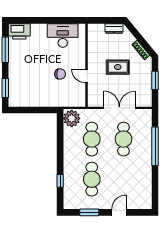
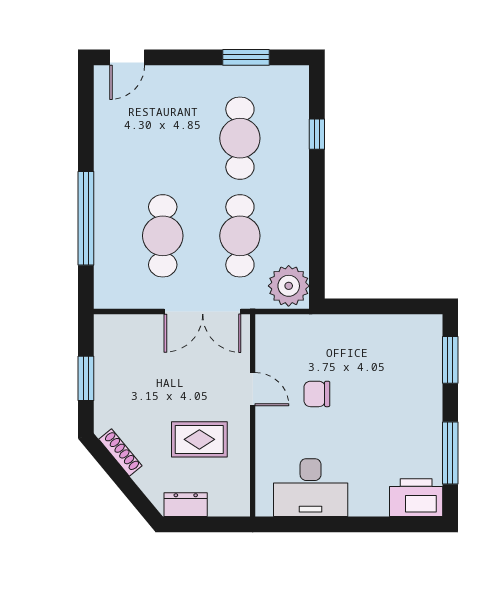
rug: (118, 67) -> (199, 439), moved
double door: (119, 108) -> (203, 311), moved
door: (119, 212) -> (127, 57), moved

